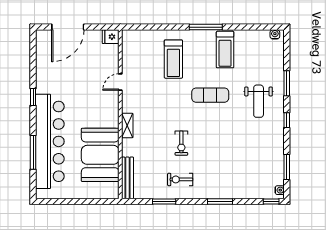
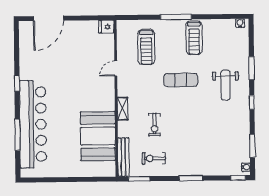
fridge: (111, 37) -> (106, 27), moved
door: (120, 82) -> (116, 69), moved
wall: (120, 114) -> (116, 98), moved
shelving: (127, 126) -> (123, 109), moved
booth: (100, 155) -> (98, 136), moved
bench: (127, 178) -> (123, 157), moved

